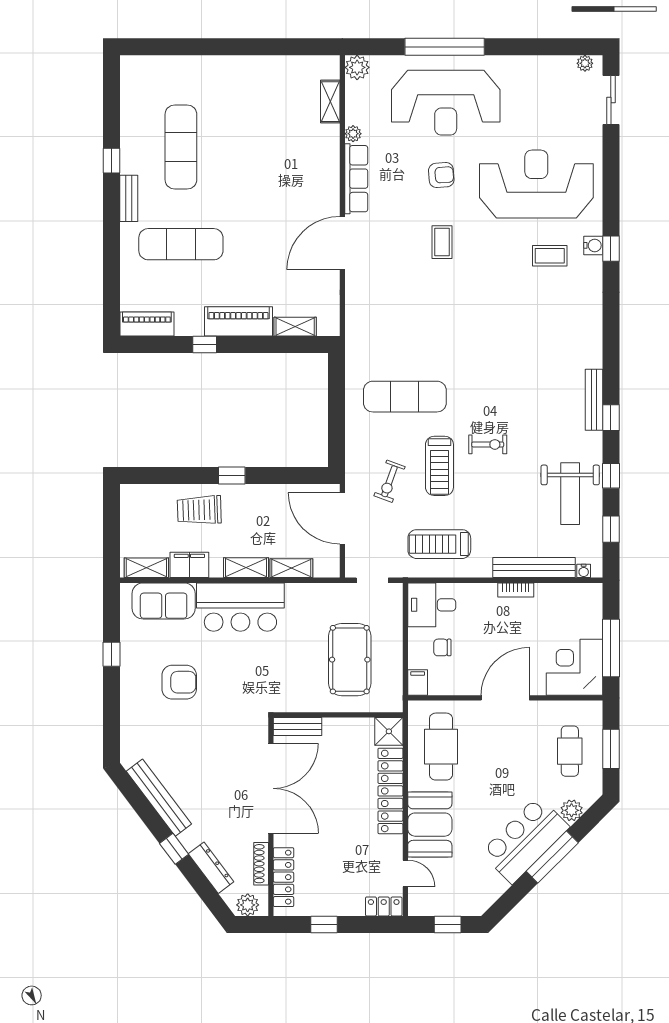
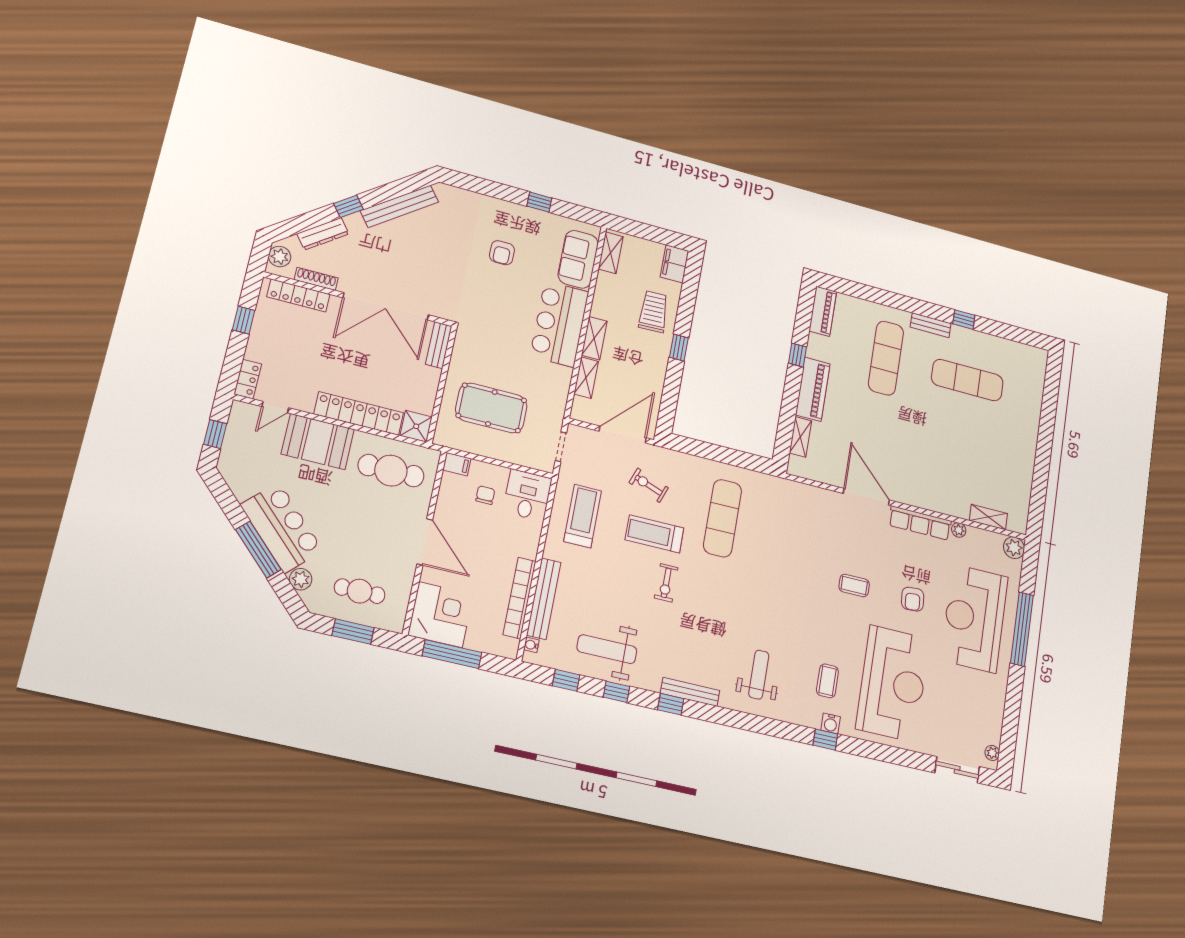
weight bench: (560, 330) -> (759, 675), added
filing cabinet: (189, 565) -> (674, 264), moved, turned 180
bookcase: (516, 590) -> (519, 598), width x2.31, depth x1.31
armchair: (179, 682) -> (502, 253), width x0.72, depth x0.72

